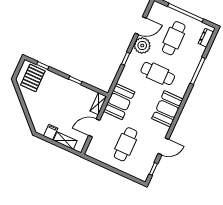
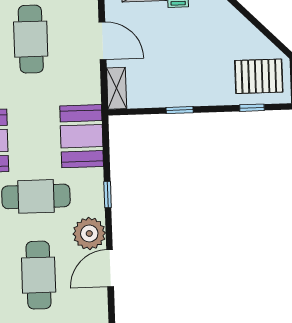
pallet: (33, 78) -> (259, 76), turned 90
booth: (119, 102) -> (82, 136), moved
door: (94, 128) -> (102, 41), hinge flipped

